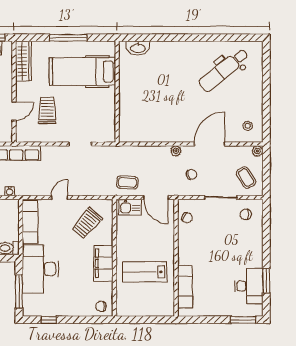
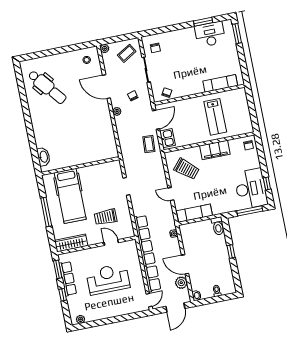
desk: (40, 269) -> (251, 189), moved, turned -90

